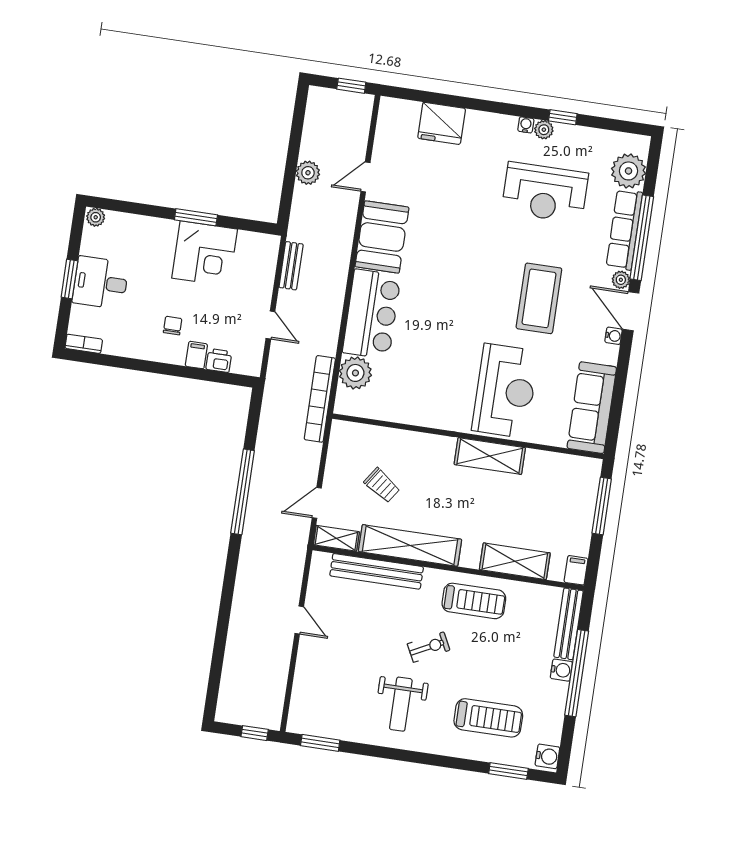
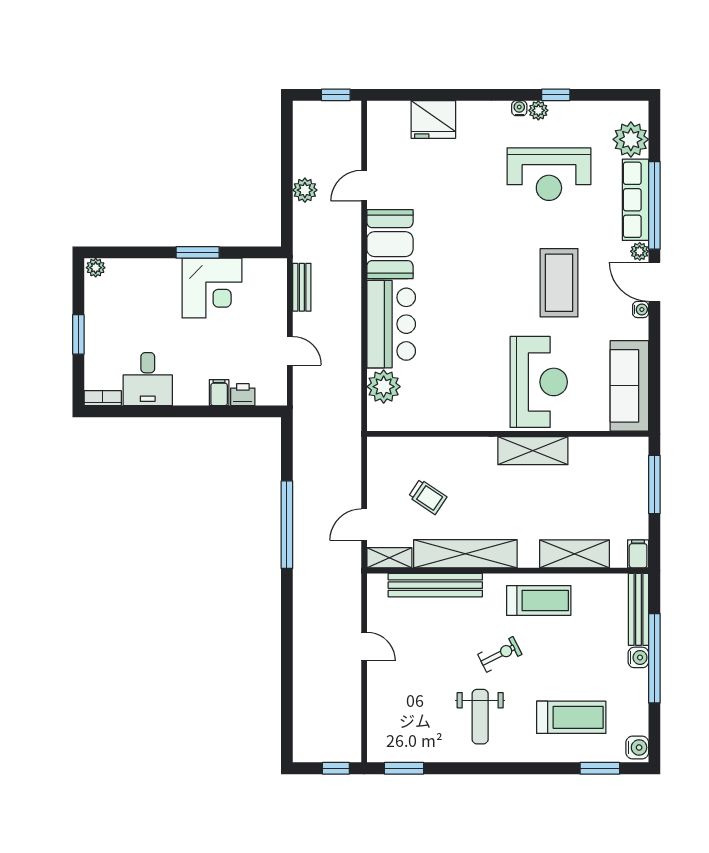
desk: (101, 283) -> (148, 379), moved, turned -90
chair: (173, 326) -> (190, 366), removed
bookcase: (320, 399) -> (351, 418), removed

